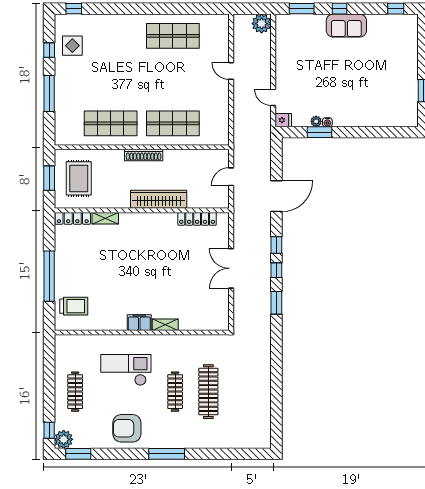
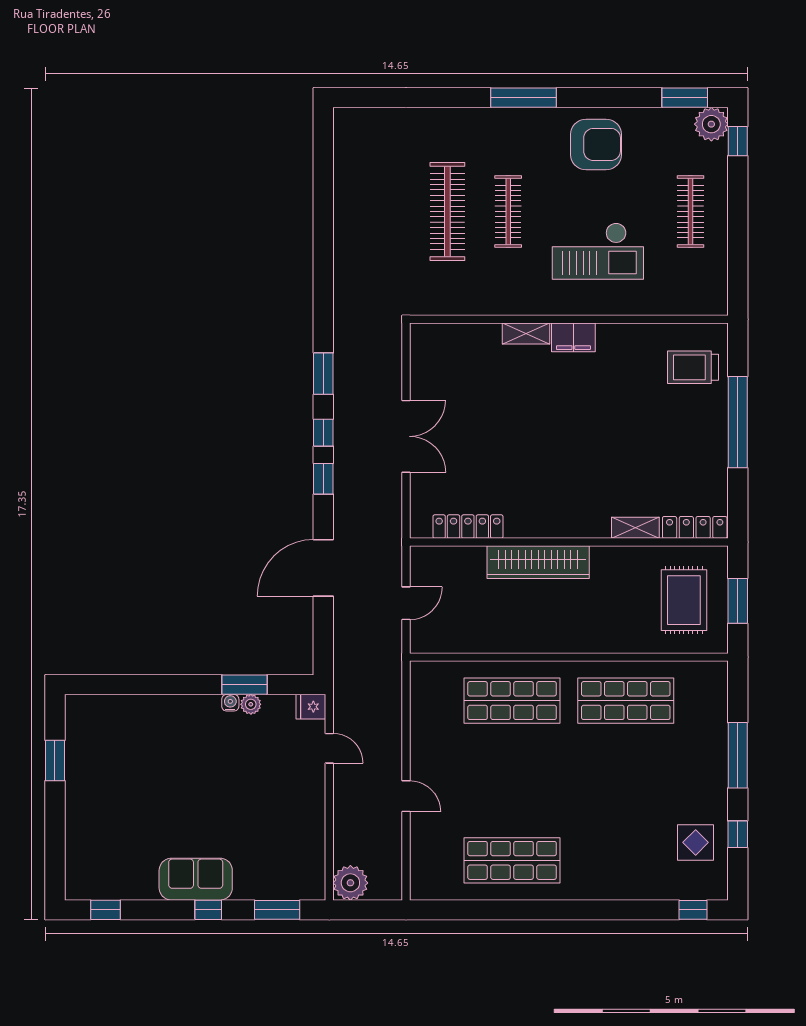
shoe rack: (144, 155) -> (566, 643), removed

